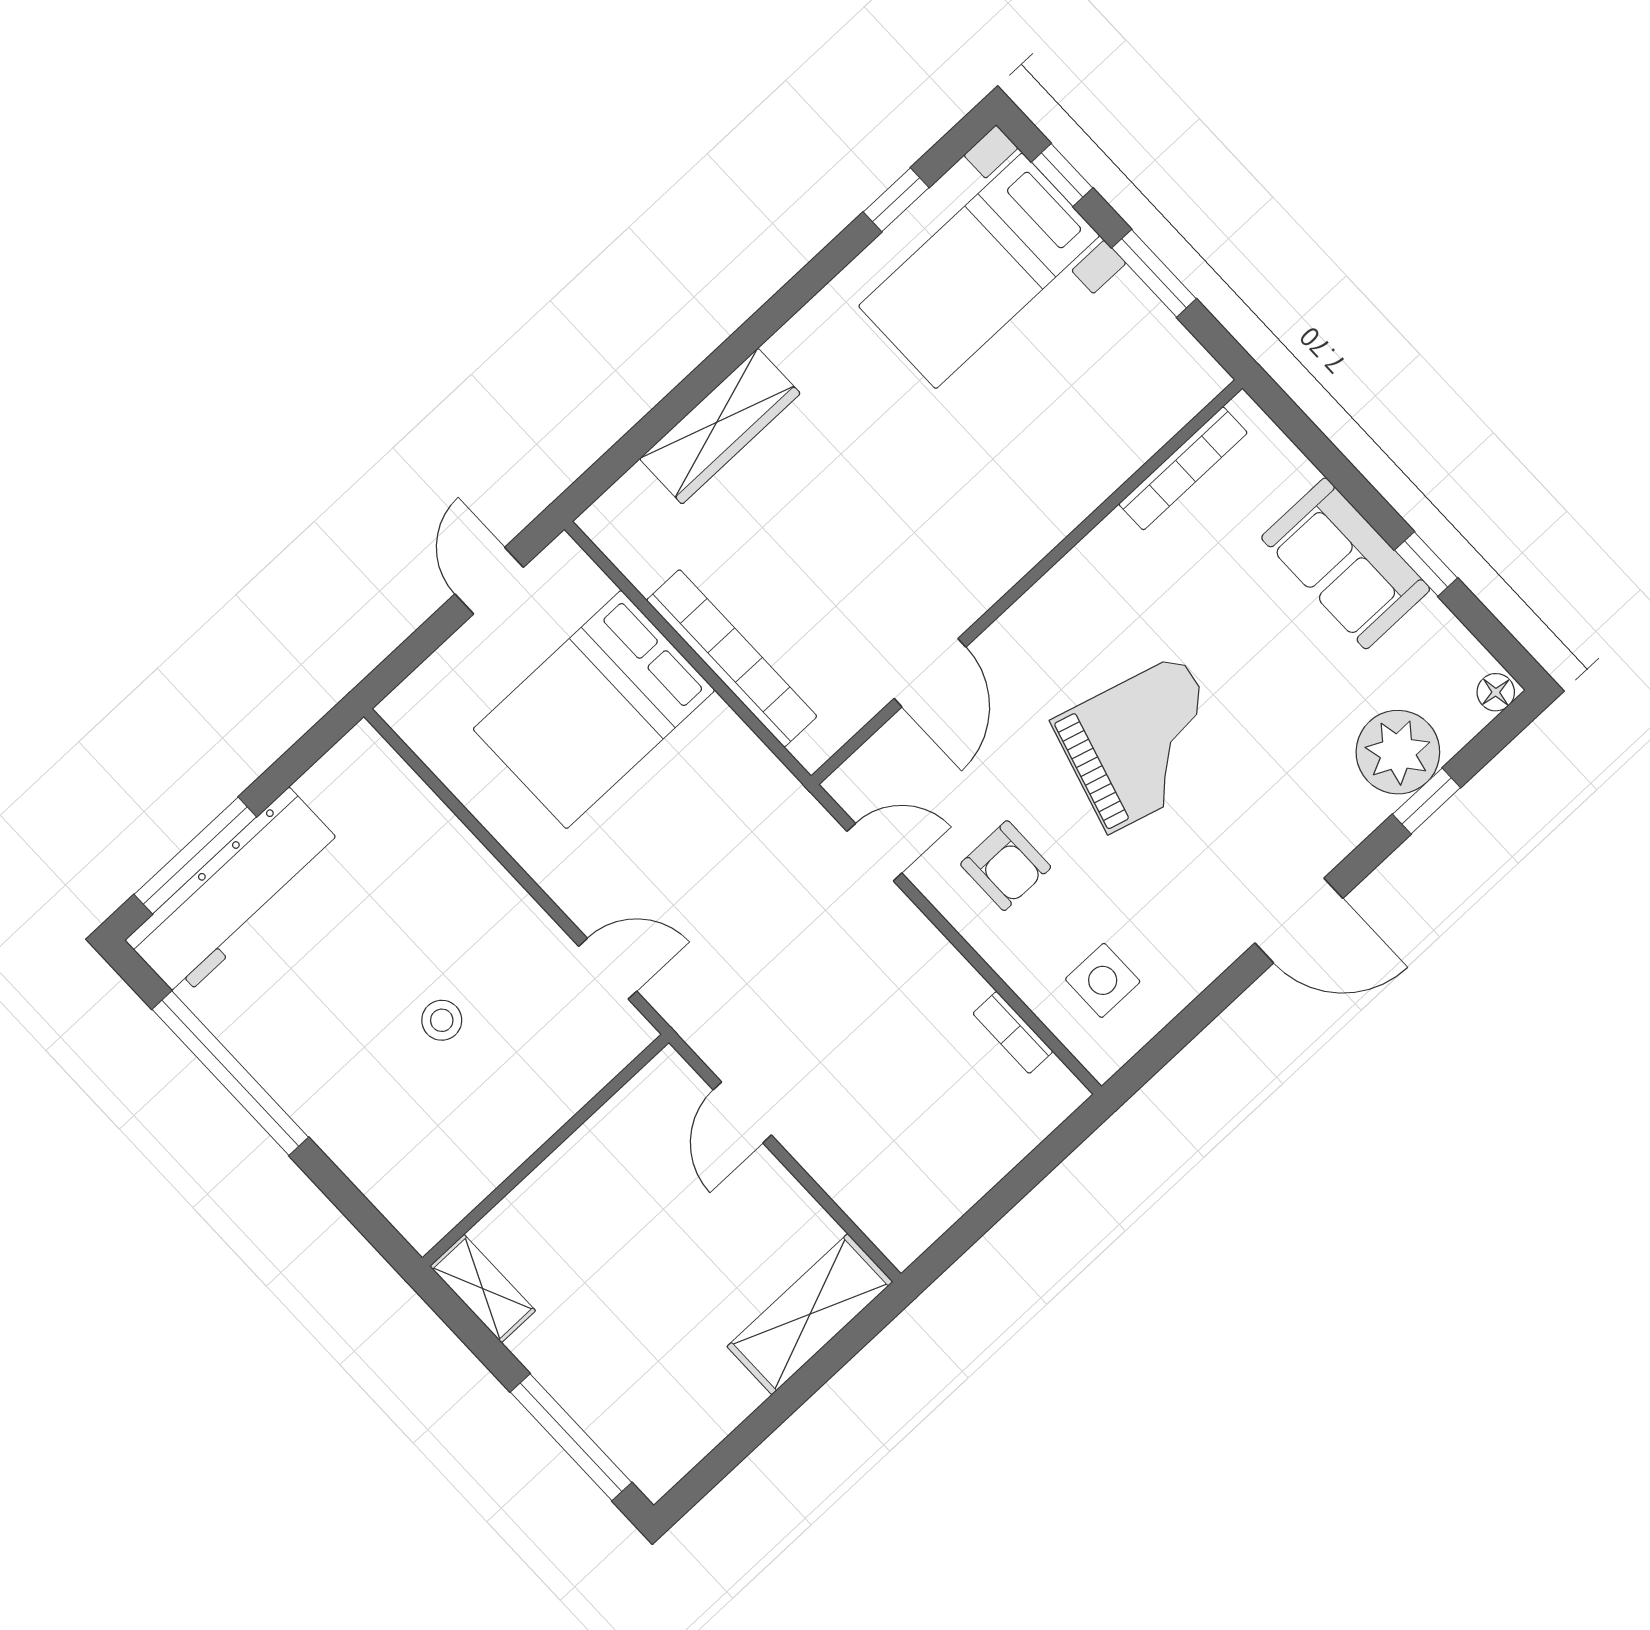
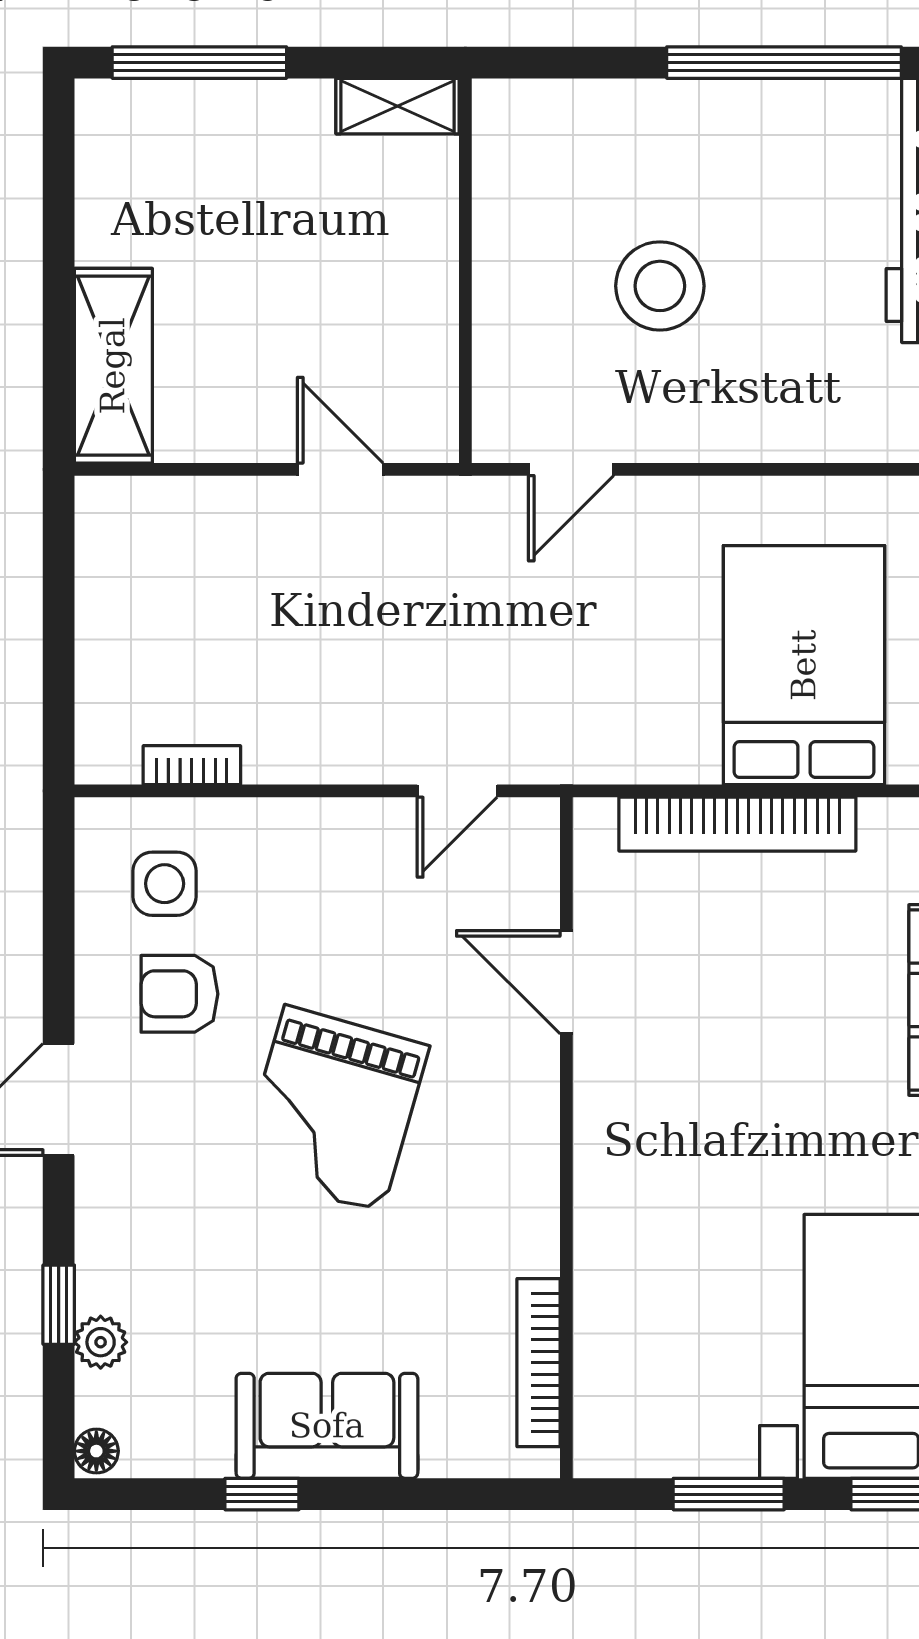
plant: (1398, 752) -> (101, 1342), width x0.53, depth x0.53
armchair: (1006, 866) -> (179, 994), moved
stool: (442, 1020) -> (660, 286), width x1.89, depth x1.89

